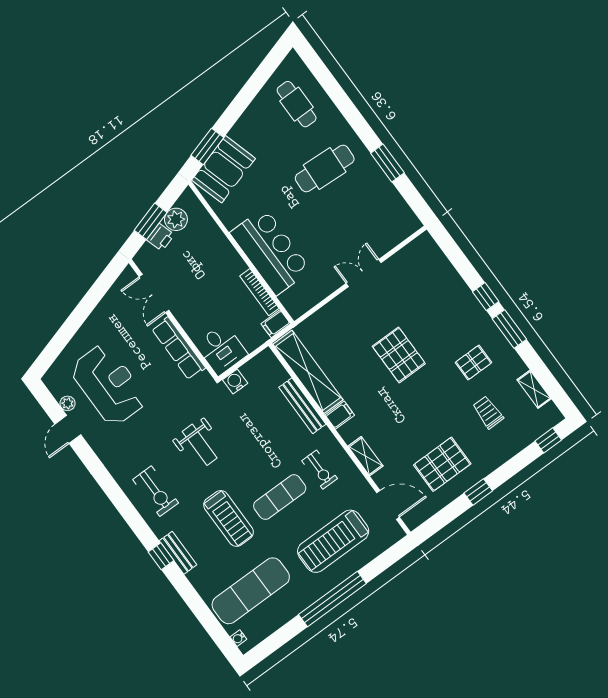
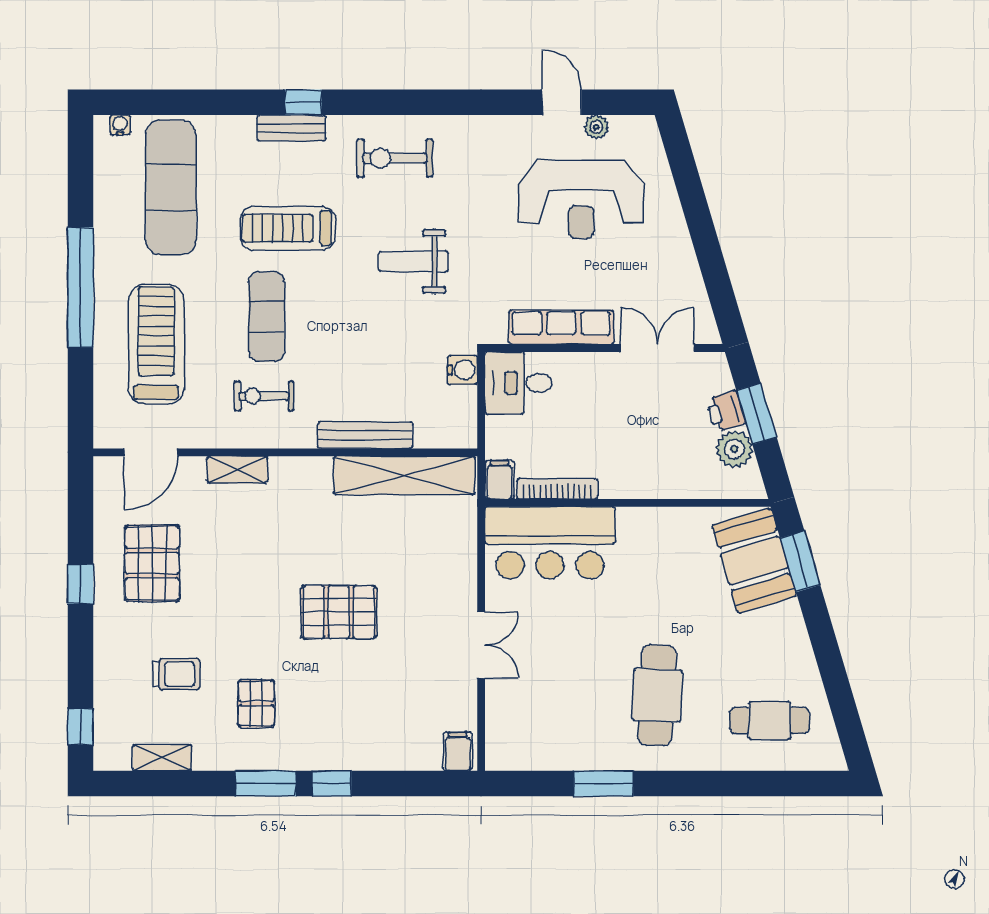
bar counter: (270, 251) -> (550, 543), moved
filing cabinet: (340, 415) -> (458, 751), moved, turned 180

